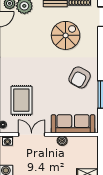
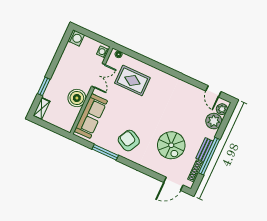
boiler: (62, 141) -> (77, 98), width x1.86, depth x1.86

